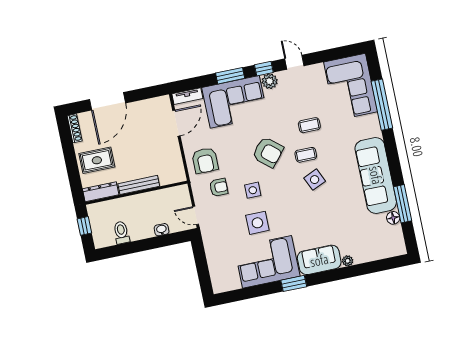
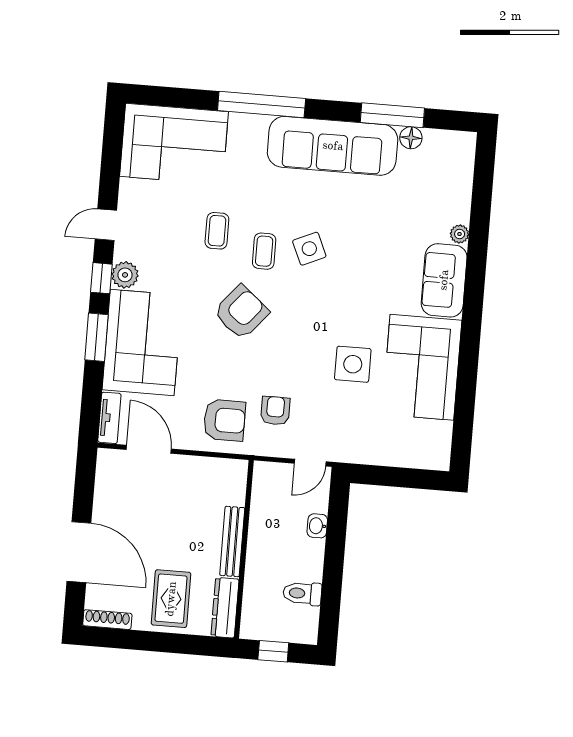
window: (382, 105) -> (262, 104), moved
side table: (253, 190) -> (297, 356), removed
window: (294, 283) -> (471, 334), removed

